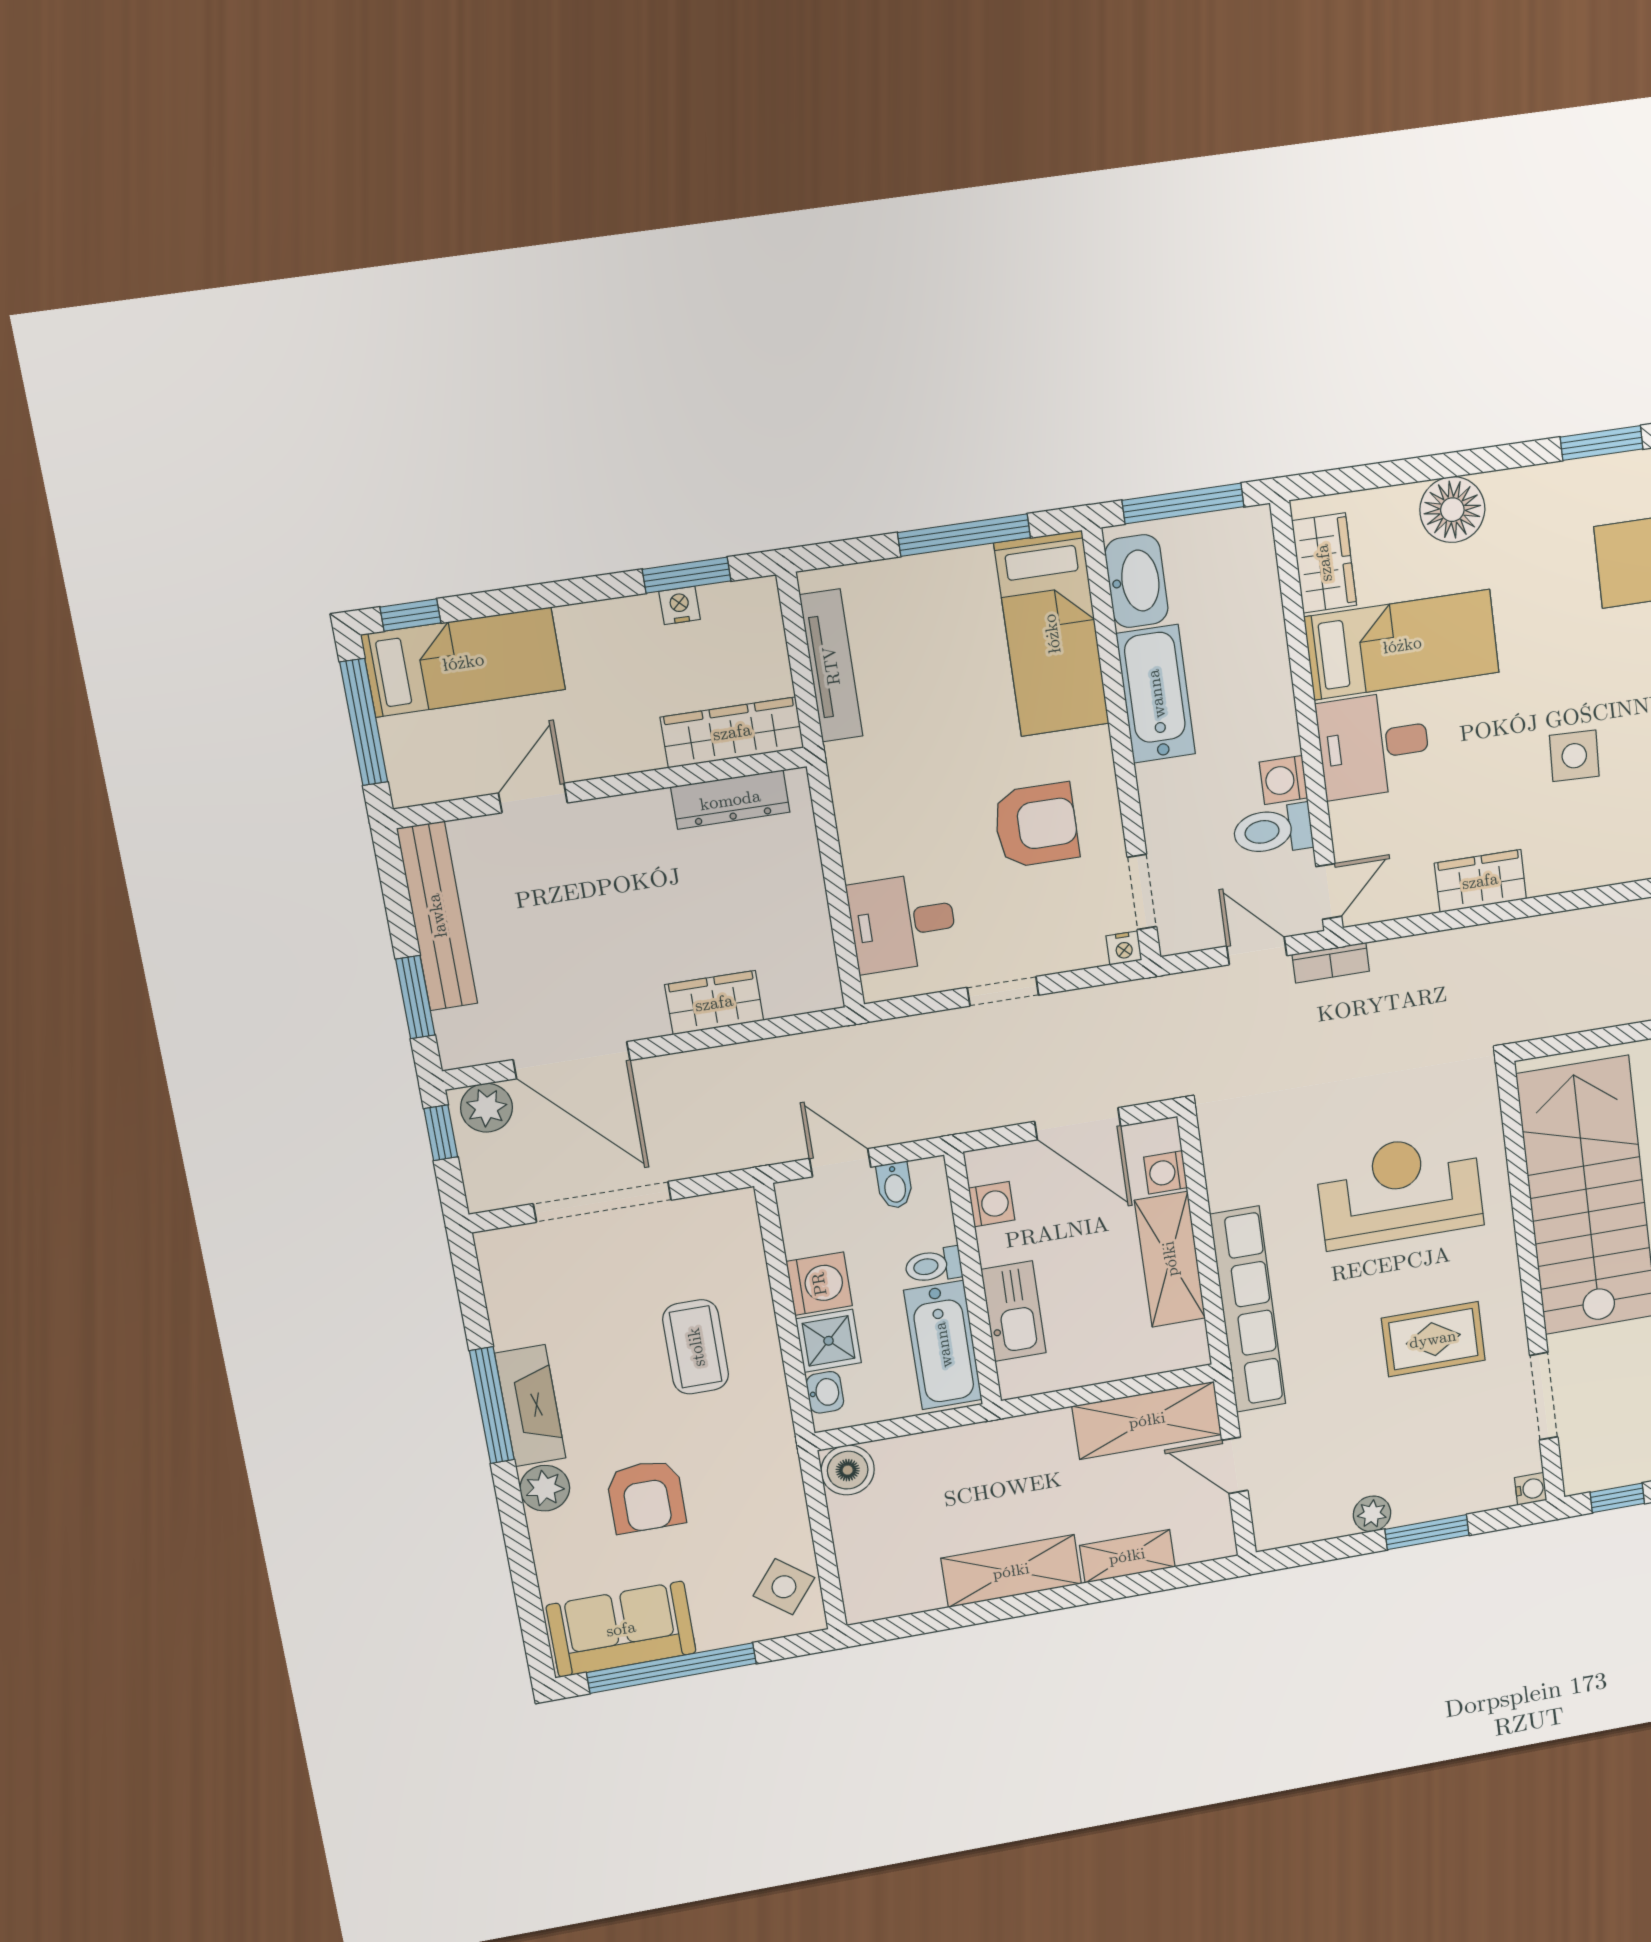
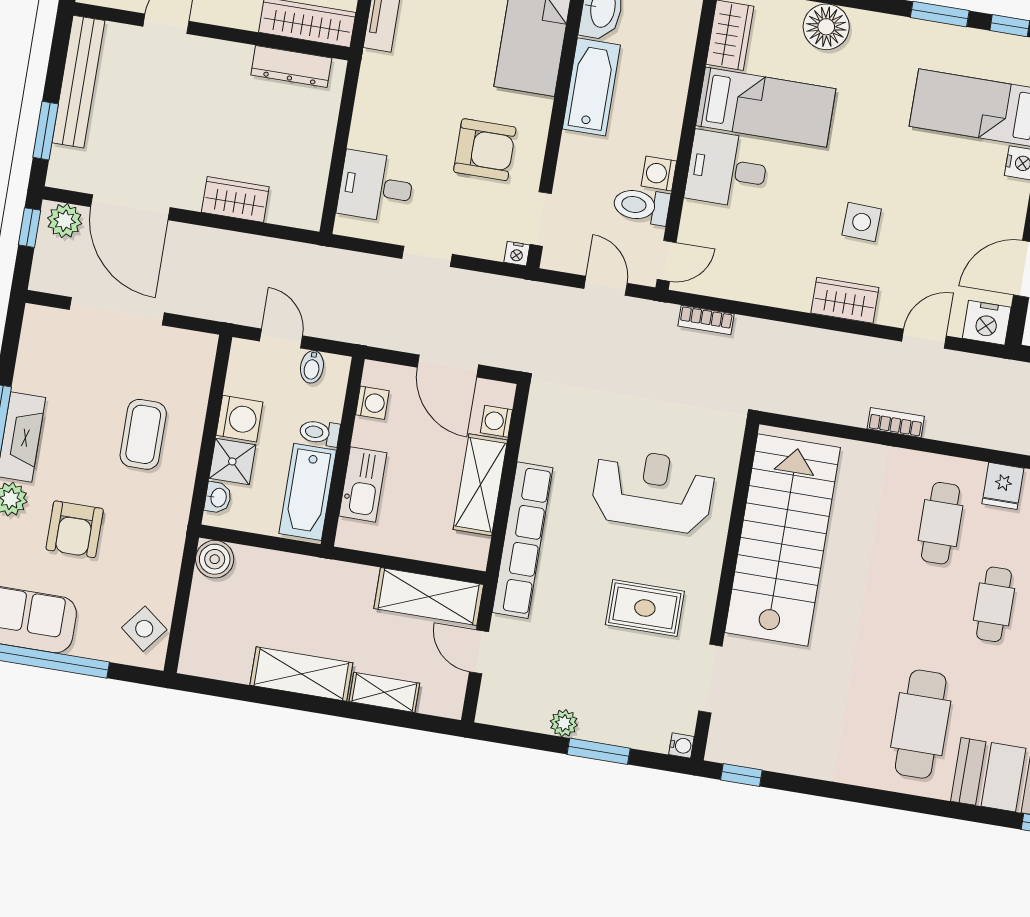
wardrobe: (1480, 881) -> (845, 300), moved
bookcase: (1331, 963) -> (706, 320), moved

